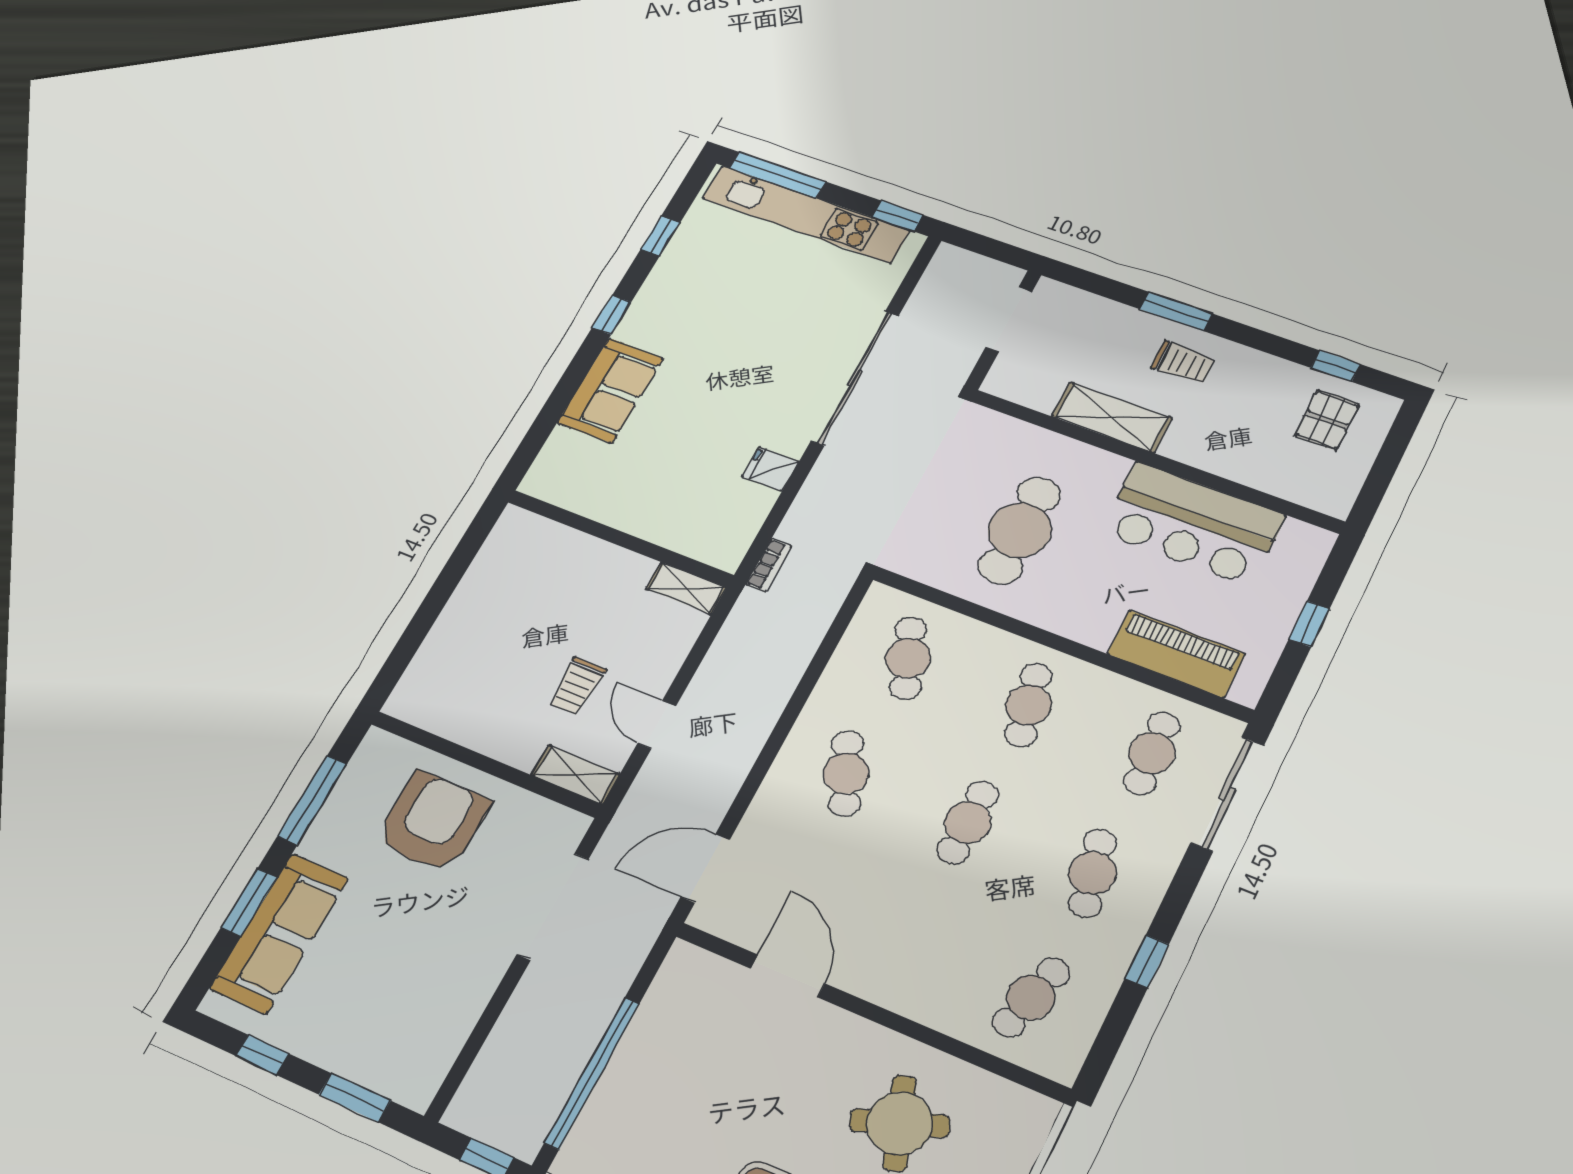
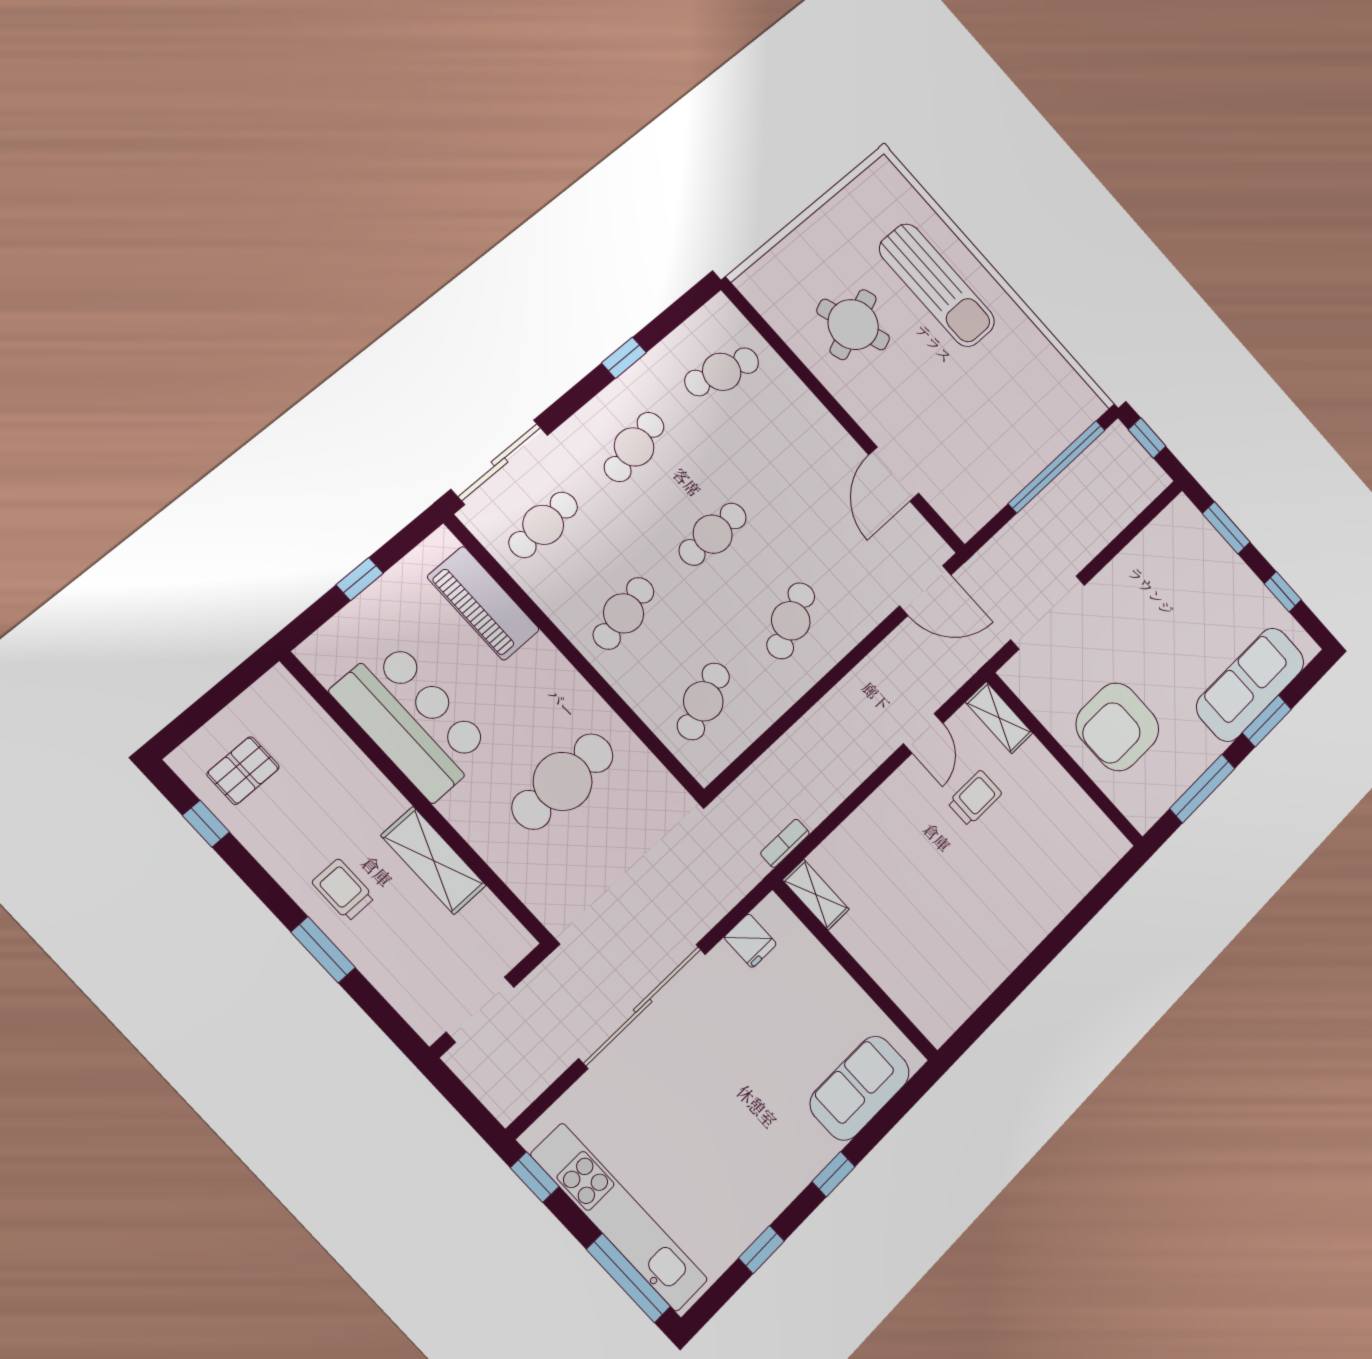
wall: (620, 538) -> (855, 970), moved
shelving: (686, 588) -> (816, 895), moved

